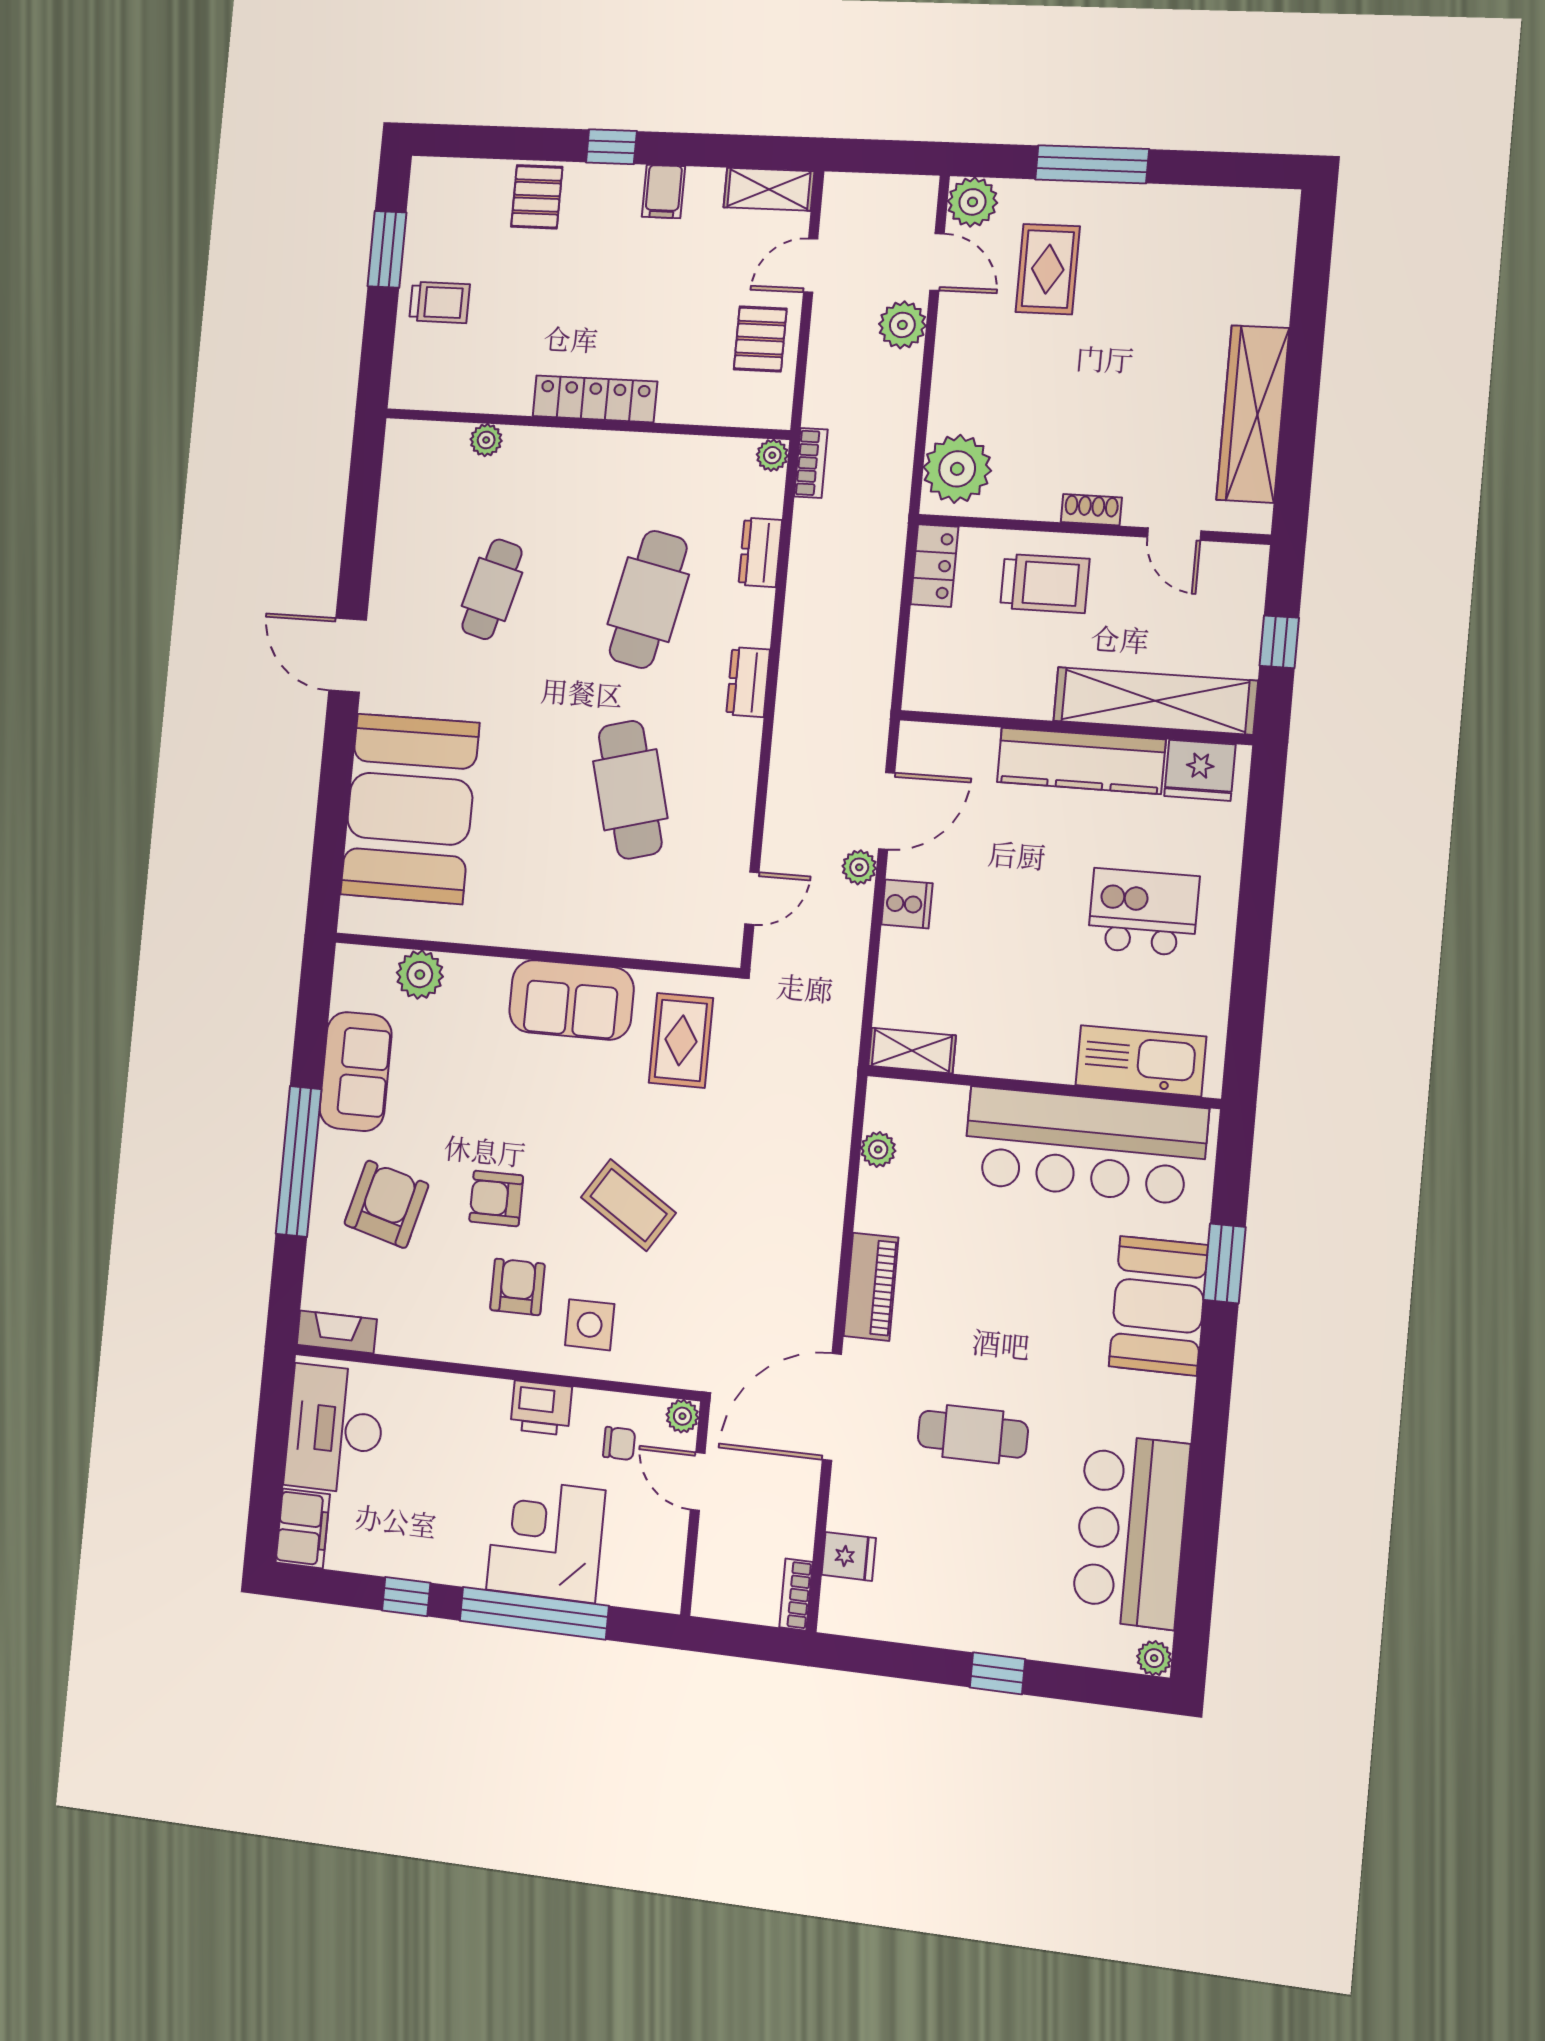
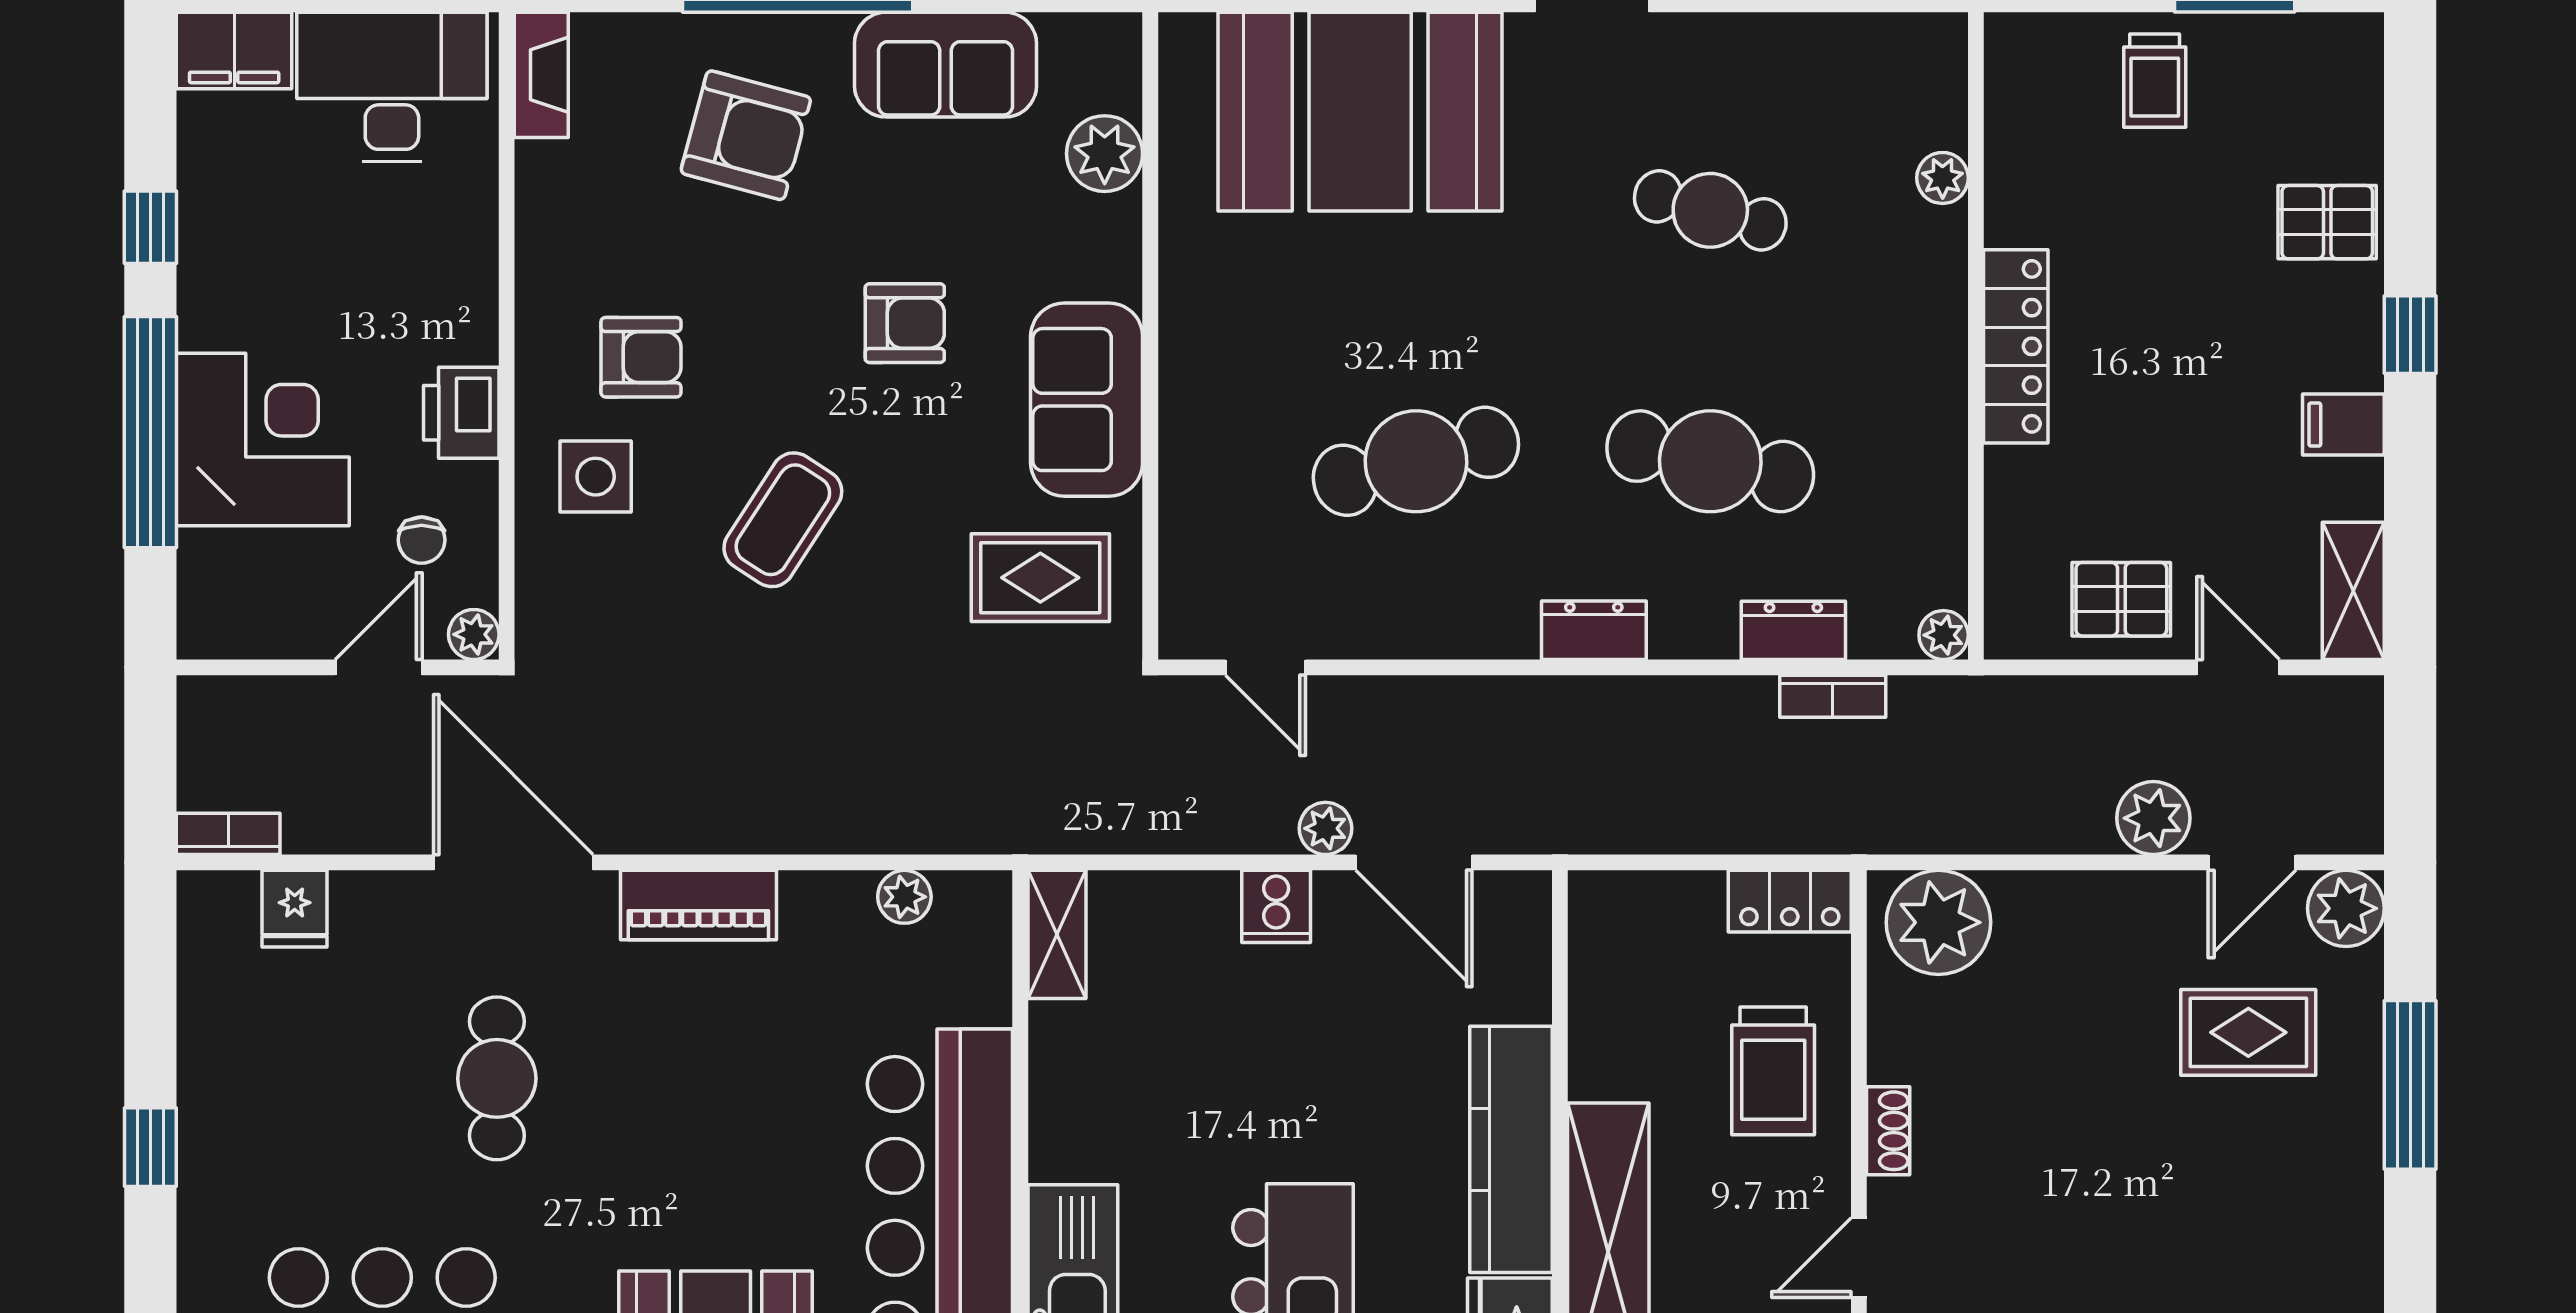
bookcase: (811, 463) -> (1833, 696), moved
armchair: (496, 1198) -> (905, 323), moved, turned 90

